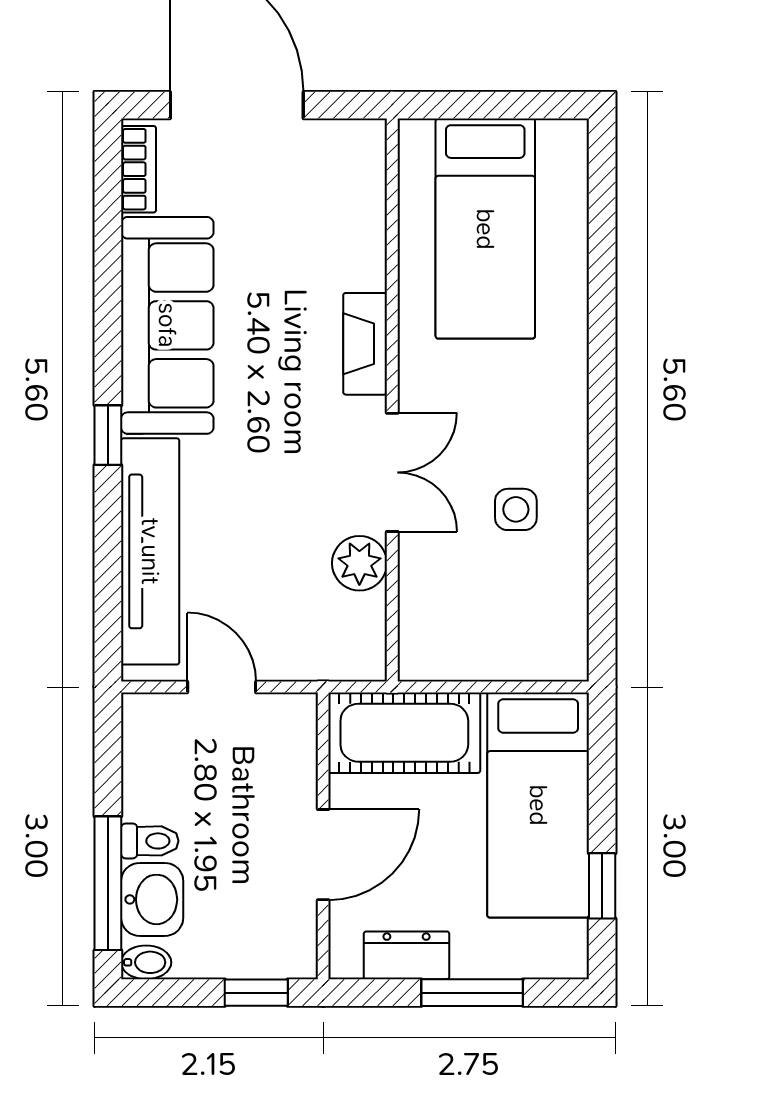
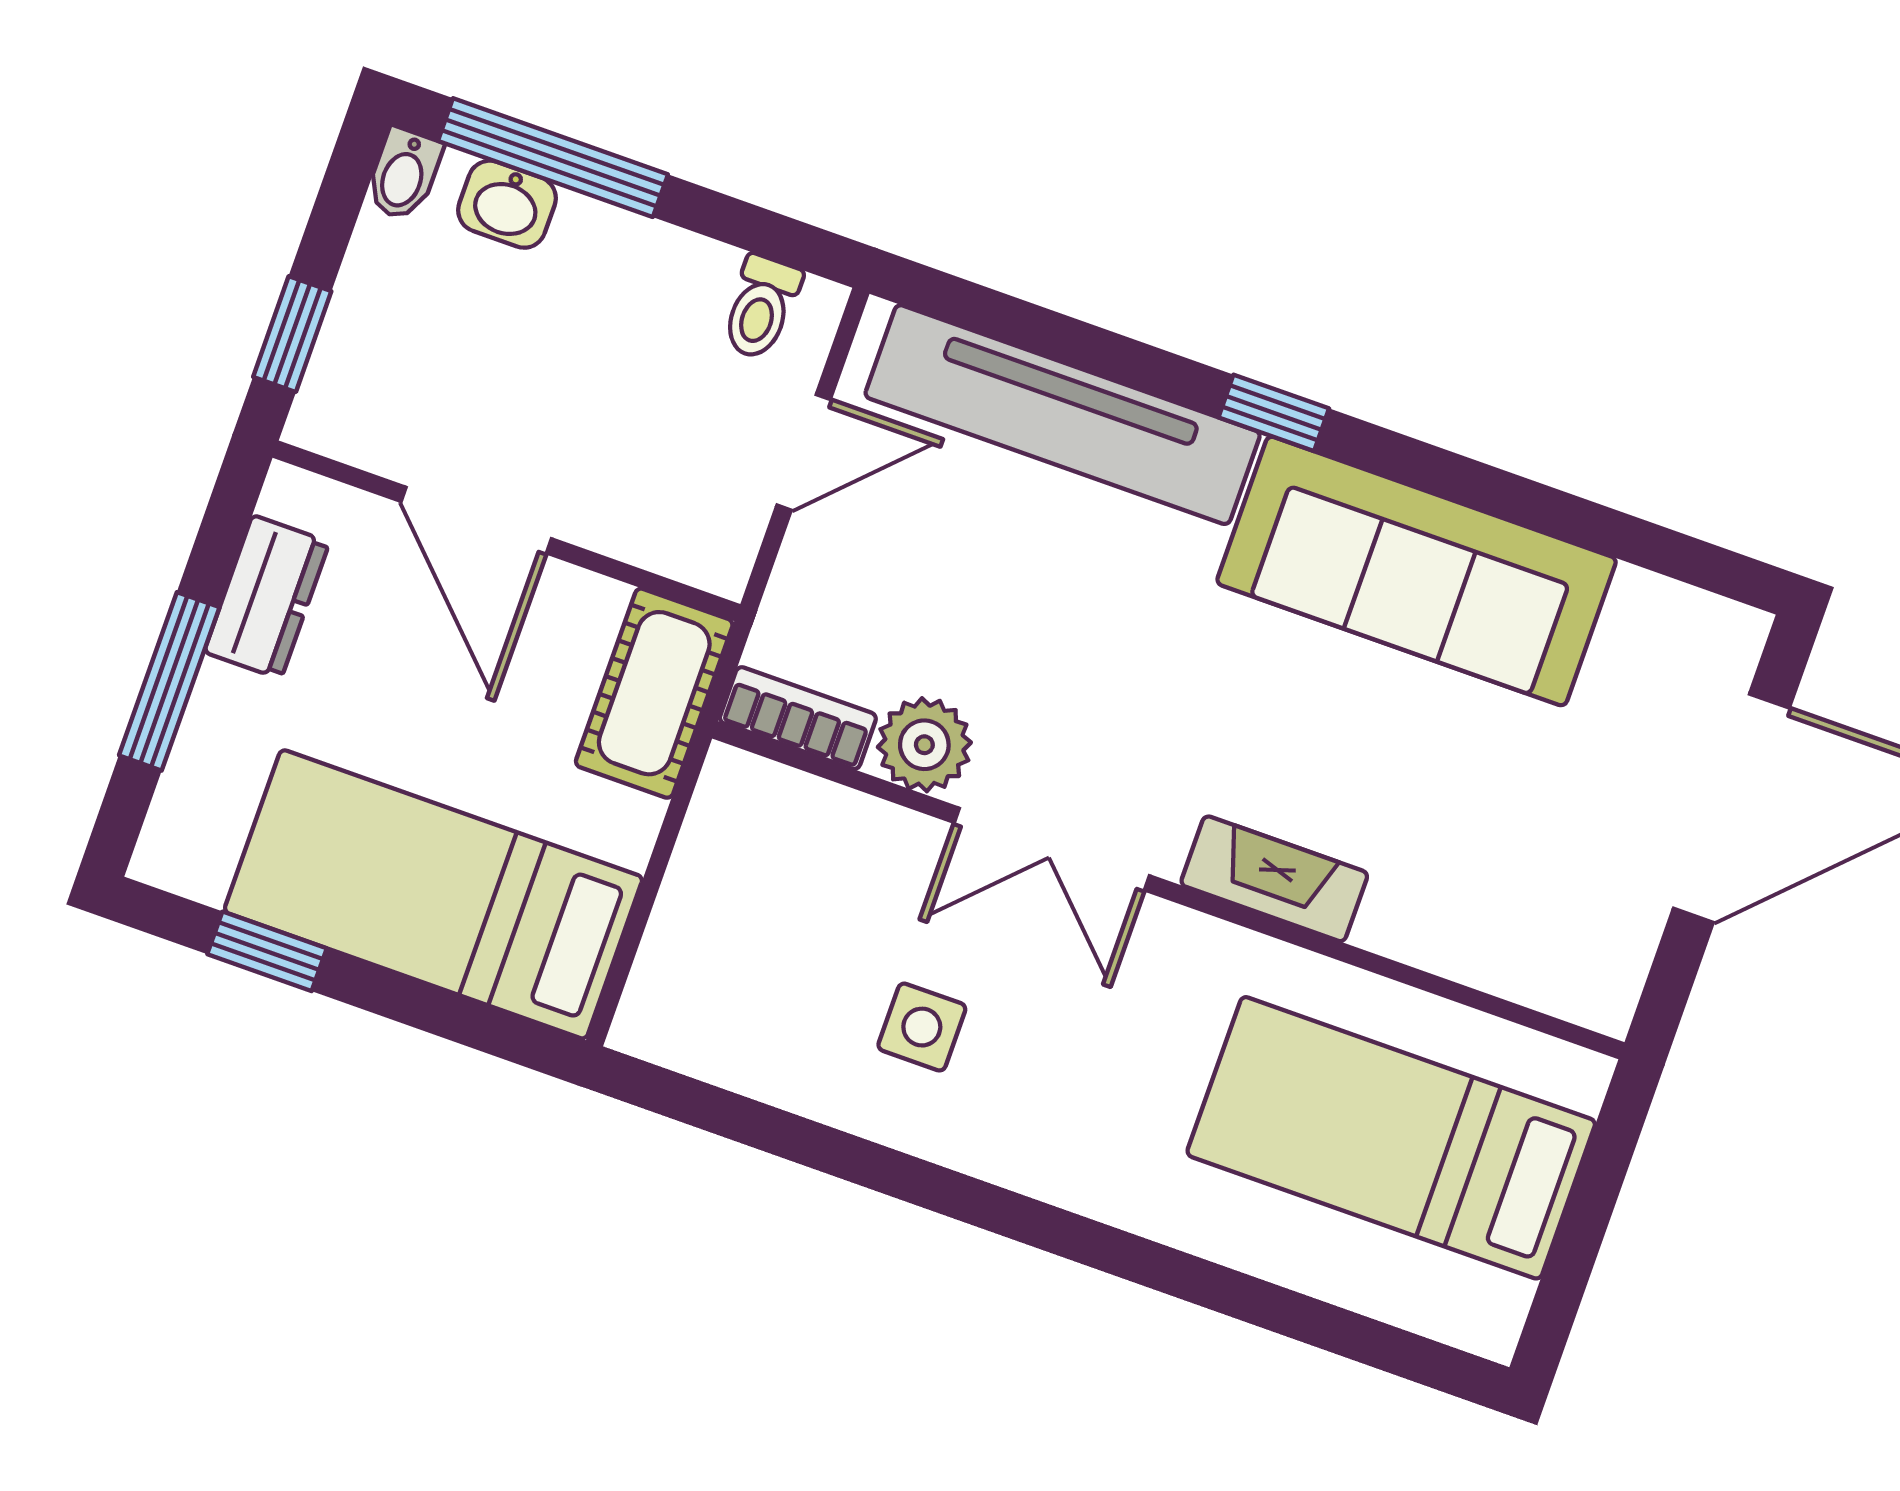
bookcase: (139, 169) -> (798, 718), moved, turned 180
cot: (404, 733) -> (654, 693), width x0.73, depth x0.75
toilet: (150, 841) -> (761, 307), moved
washbasin: (152, 899) -> (507, 204), width x0.72, depth x0.69

